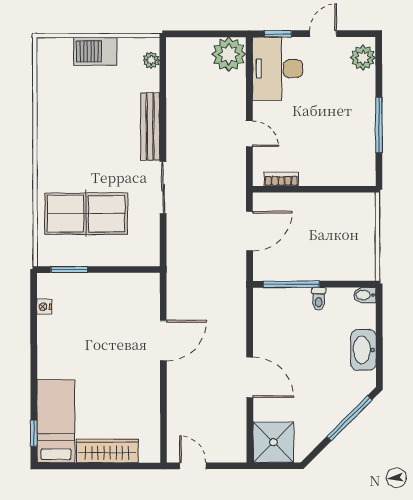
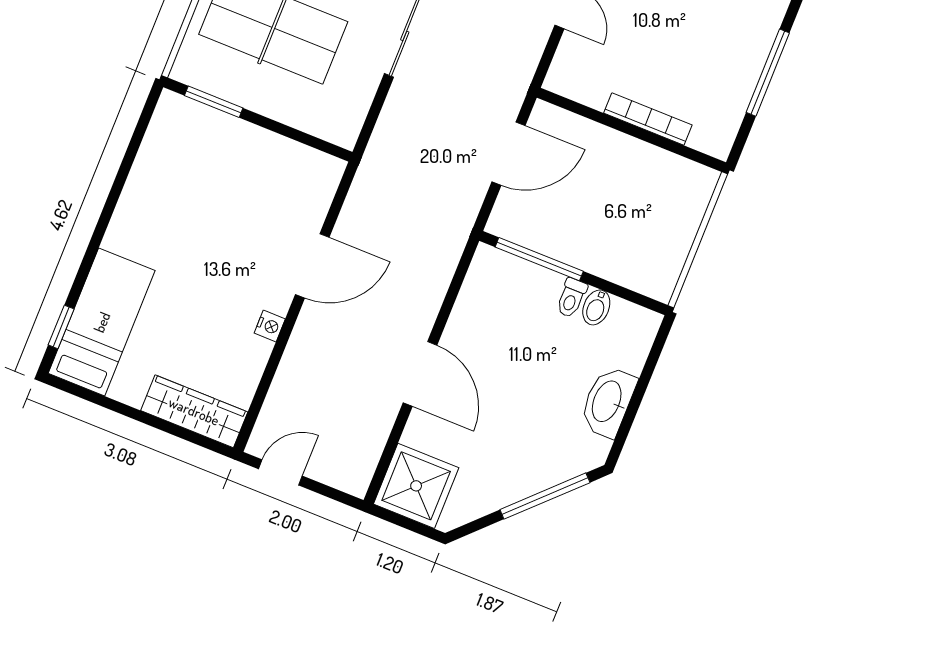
bookcase: (281, 179) -> (648, 119), moved, width x1.56
bidet: (365, 295) -> (596, 307), moved, turned -90
nightstand: (44, 307) -> (270, 326), moved, turned 180
wardrobe: (107, 451) -> (194, 411), moved
door: (193, 466) -> (280, 472), hinge flipped

